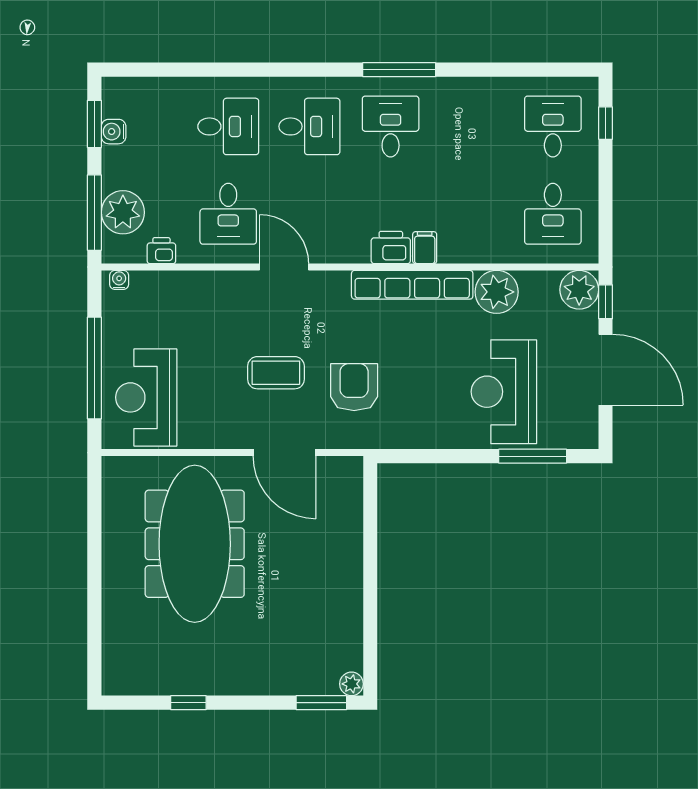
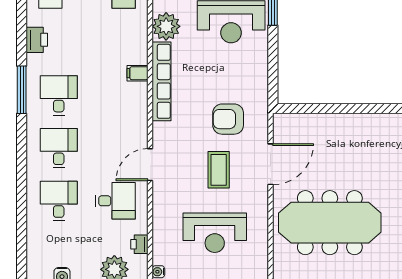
desk: (391, 126) -> (59, 95), turned 90
printer: (391, 248) -> (37, 40), moved, turned 180
reception desk: (146, 397) -> (215, 233), moved

